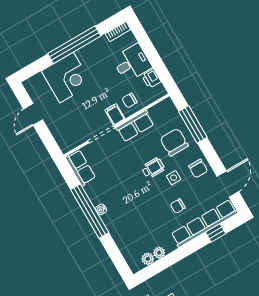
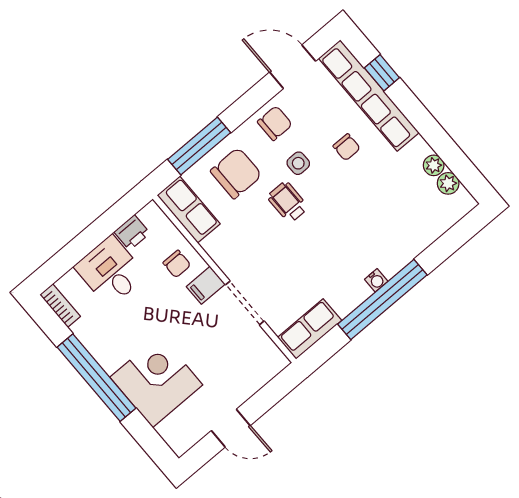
row of seats: (135, 126) -> (189, 210), moved
chair: (174, 142) -> (236, 173), turned 180

